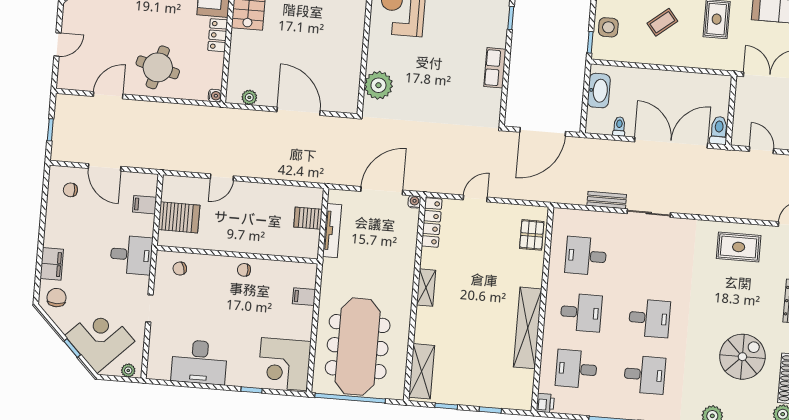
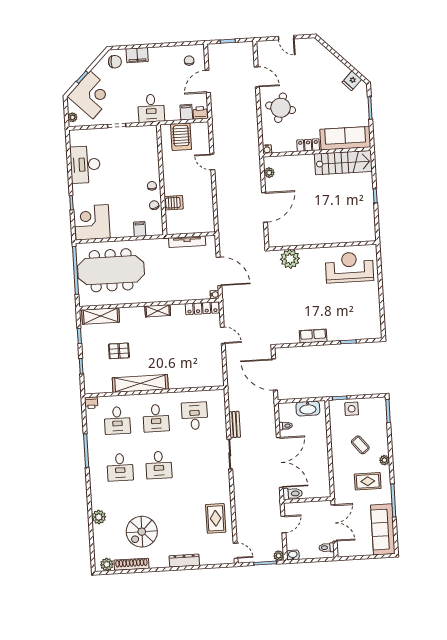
printer: (148, 185) -> (200, 113), added
server rack: (308, 218) -> (174, 203), moved, turned 90
pallet: (532, 235) -> (119, 351), moved
chair: (180, 269) -> (154, 205), moved
spiral stairs: (742, 357) -> (142, 532), turned 90
desk: (576, 369) -> (117, 420), turned 180

